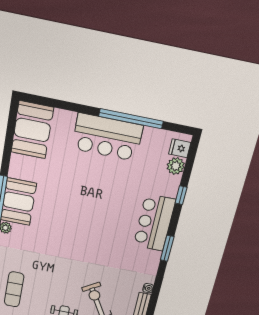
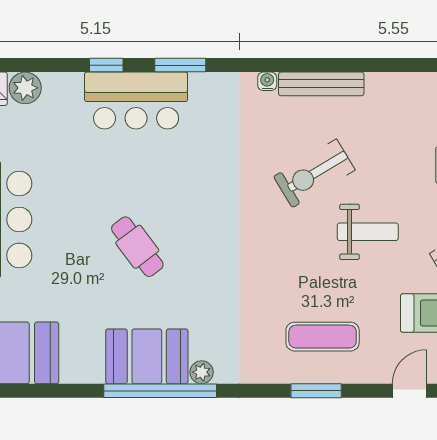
window: (181, 195) -> (106, 65), moved
cafe table: (77, 208) -> (137, 247), added

